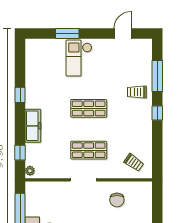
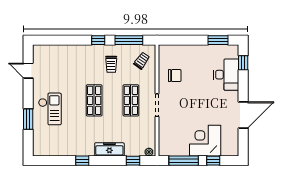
checkout: (79, 58) -> (50, 109), turned -90
window: (157, 76) -> (129, 40), moved
trolley: (137, 92) -> (111, 64), moved

